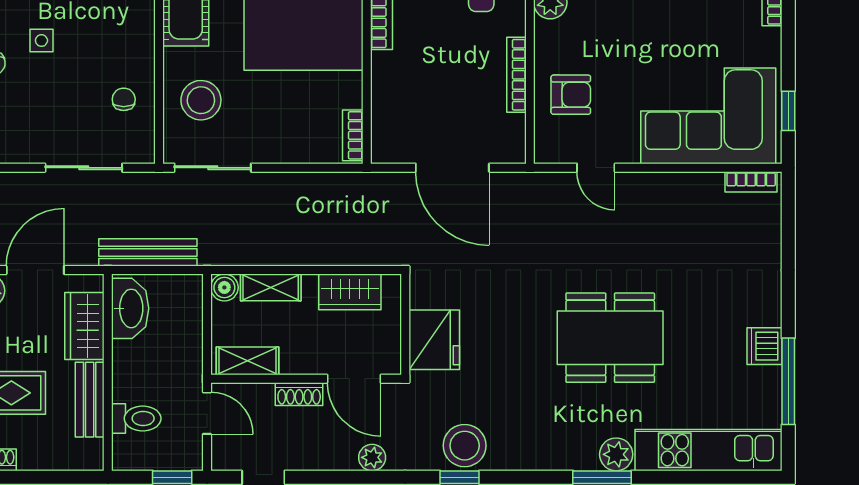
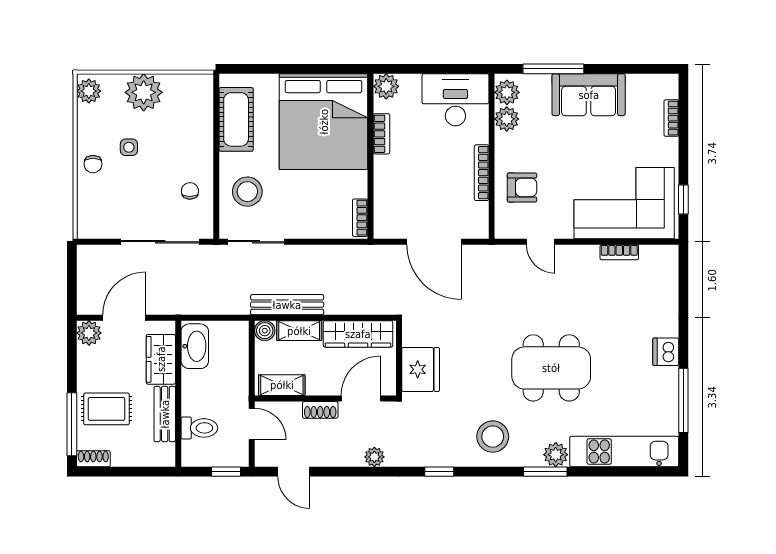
sliding door: (84, 168) -> (160, 242), width x1.37
bookcase: (751, 182) -> (619, 252), moved
bench: (148, 252) -> (287, 305), moved
wardrobe: (350, 292) -> (358, 334), width x1.50
dishwasher: (764, 346) -> (666, 352), moved
door: (354, 379) -> (361, 398), swing flipped
stool: (465, 446) -> (493, 437), moved

